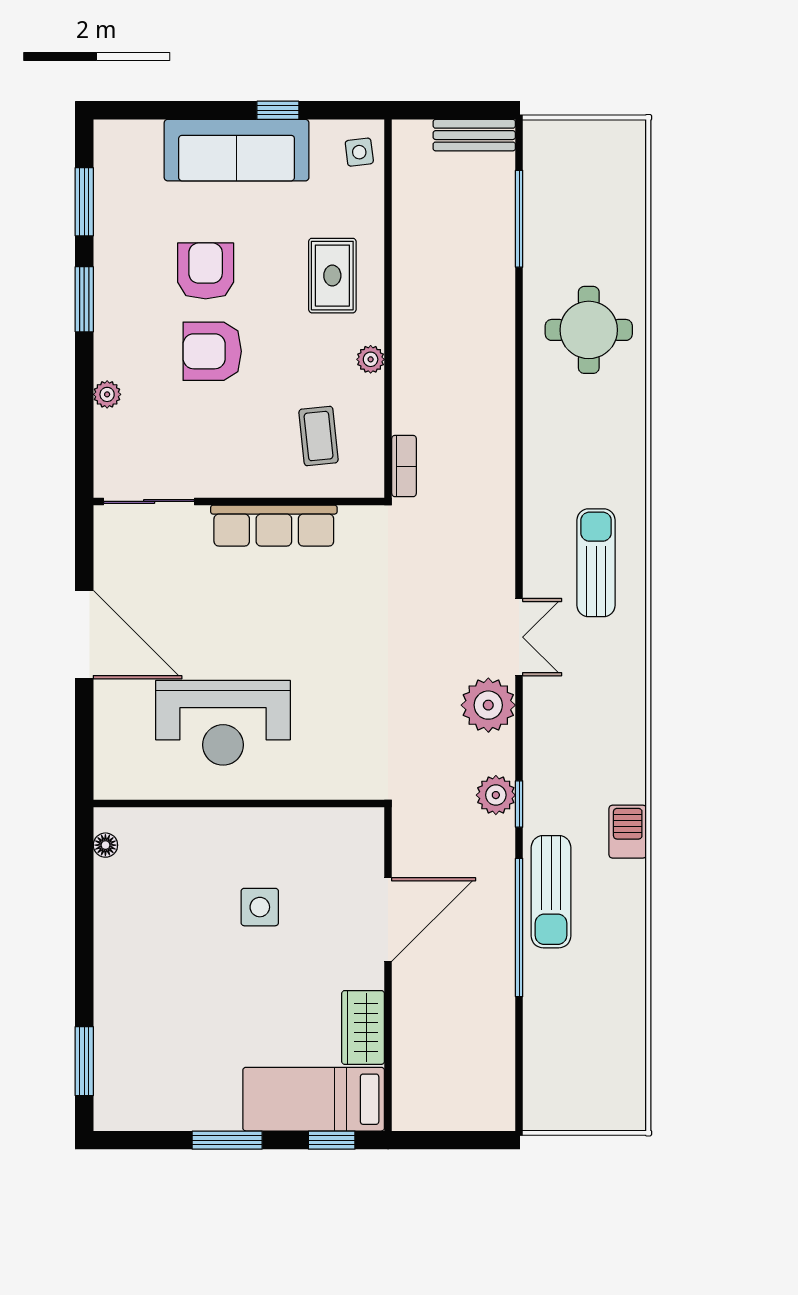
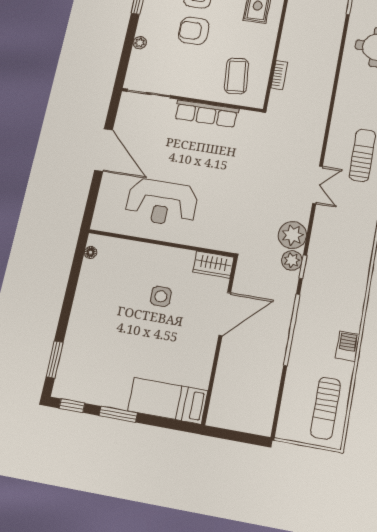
plant: (371, 359) -> (269, 45), removed
coffee table: (319, 436) -> (237, 76), width x1.36, depth x1.30
bookcase: (404, 466) -> (279, 75), moved
plant: (488, 705) -> (292, 235), moved
barbecue: (628, 832) -> (348, 346), moved
sun lounger: (551, 892) -> (326, 408), moved
wardrobe: (363, 1027) -> (213, 265), moved, turned -90
window: (332, 1140) -> (72, 406), moved

